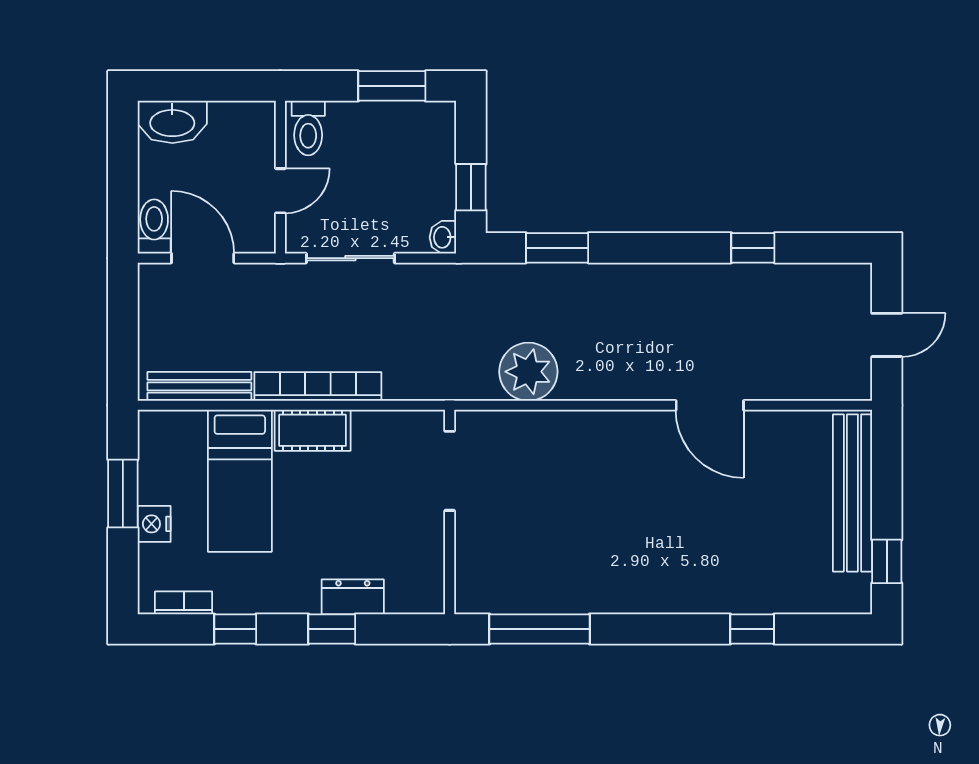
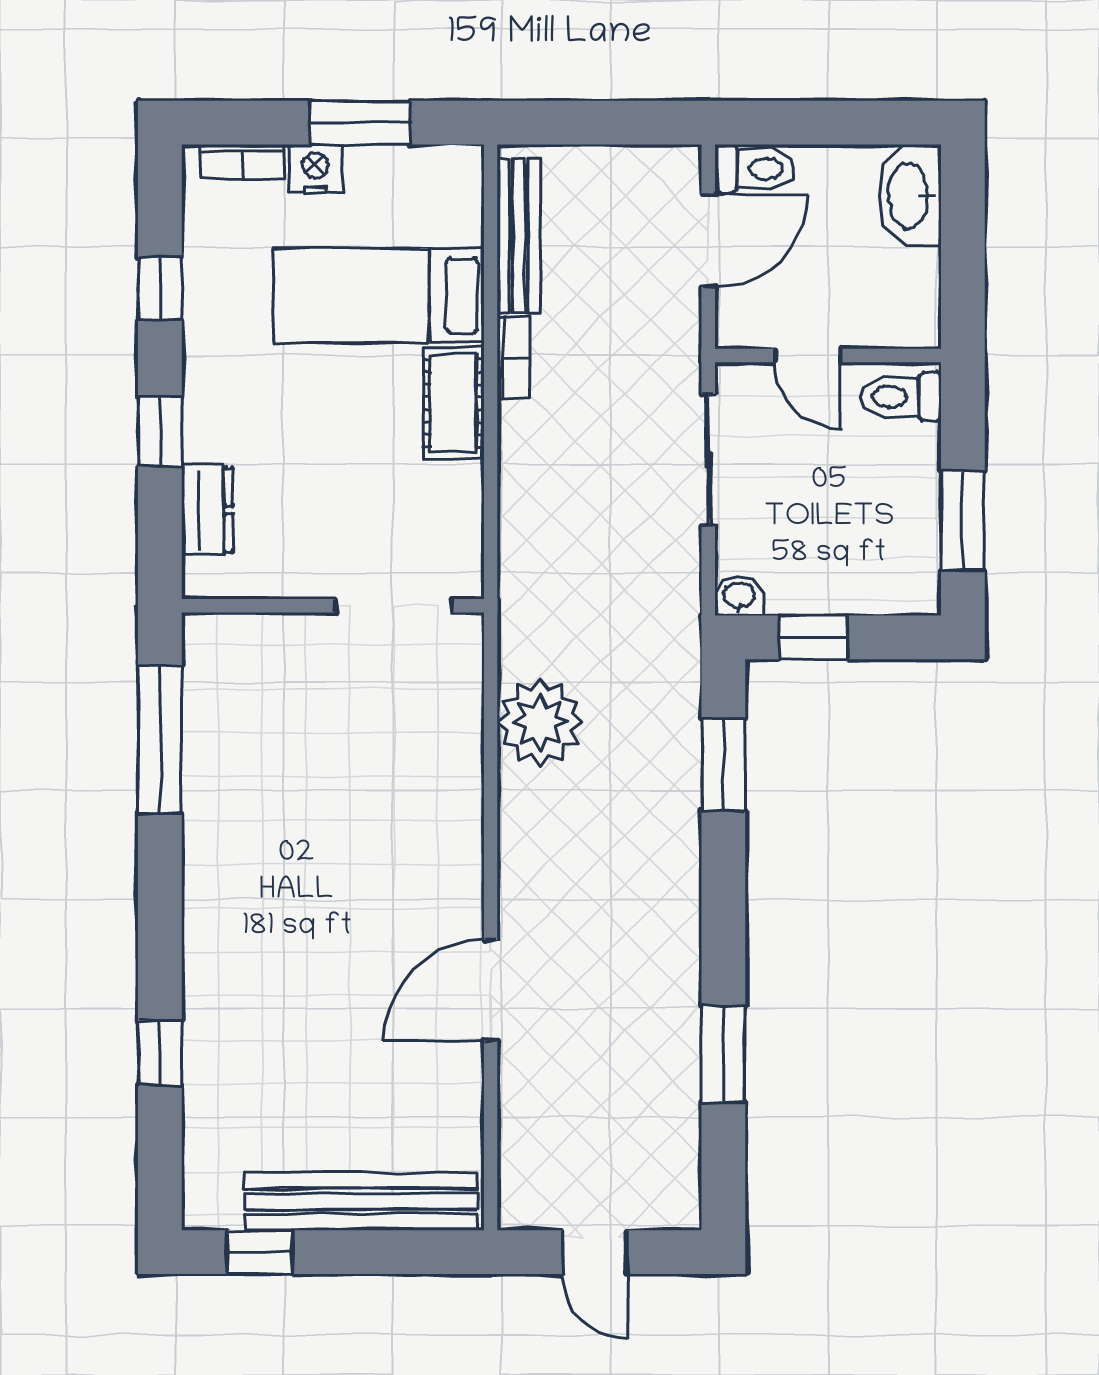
window: (753, 248) -> (723, 1054), width x1.50
bookcase: (318, 386) -> (513, 358), width x0.43, depth x0.76
dresser: (353, 597) -> (207, 510), moved
bookcase: (184, 603) -> (242, 161), moved, turned 90

